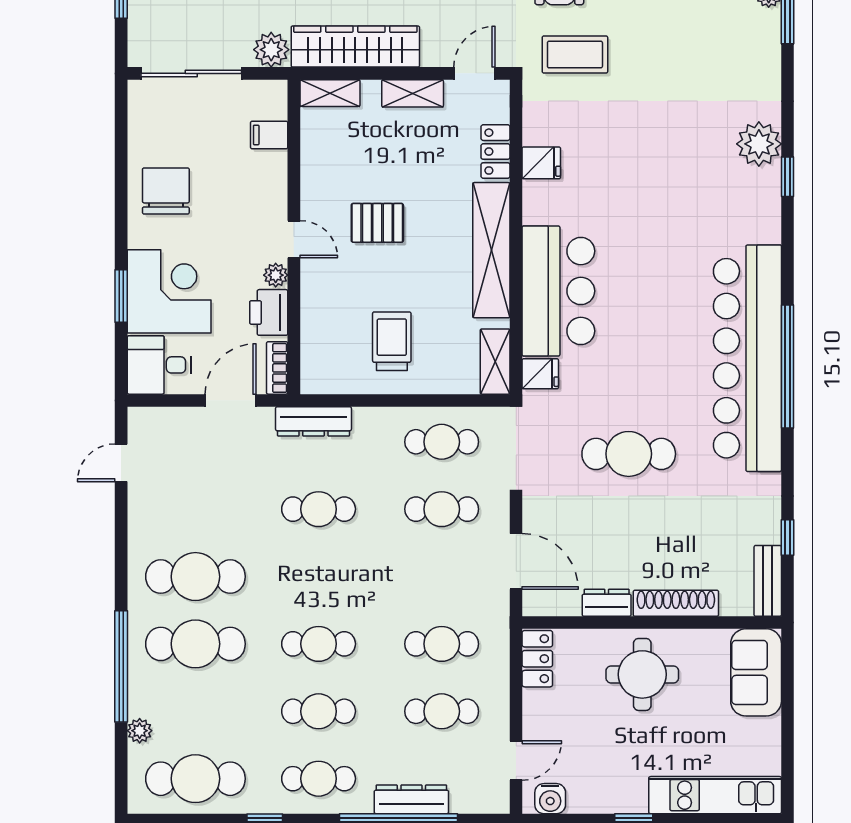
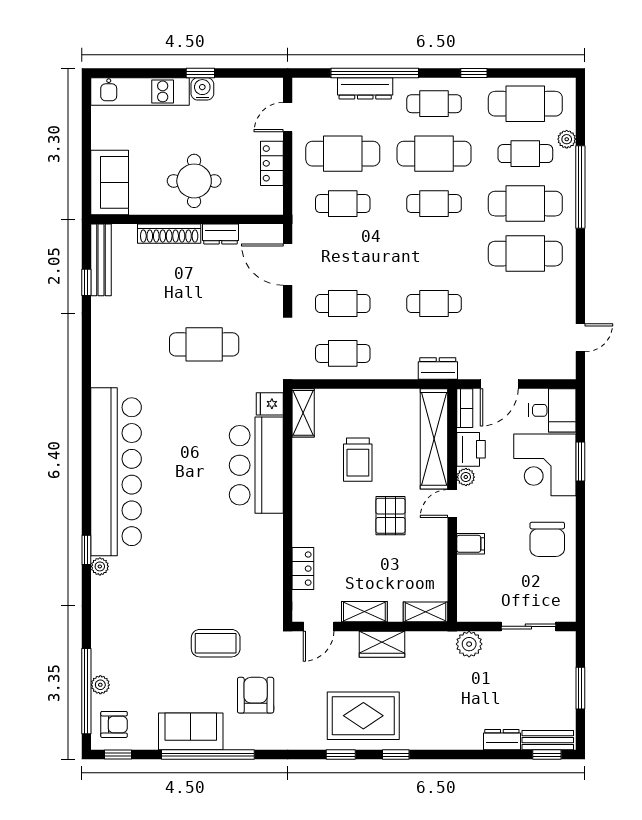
wardrobe: (355, 47) -> (382, 644), width x0.48, depth x0.85
coffee table: (575, 55) -> (216, 643), moved
sliding door: (191, 73) -> (528, 626), width x0.73
filing cabinet: (269, 135) -> (471, 544), moved
plant: (759, 144) -> (100, 566), width x0.53, depth x0.53
fridge: (541, 163) -> (269, 560), removed
pallet: (377, 223) -> (390, 516), turned 90
door: (294, 239) -> (452, 504), hinge flipped
shelving: (491, 250) -> (434, 439), moved
trolley: (392, 341) -> (358, 460), moved
bar counter: (747, 358) -> (116, 472), moved
window: (787, 367) -> (86, 409), removed
dresser: (313, 421) -> (438, 369), width x0.70
bench: (768, 581) -> (101, 260), width x1.36
locker: (537, 659) -> (272, 163), moved
cafe table: (195, 711) -> (525, 154), added
cafe table: (319, 711) -> (434, 154), width x1.37, depth x1.35
cafe table: (442, 711) -> (343, 154), width x1.37, depth x1.35
water cooler: (550, 799) -> (202, 89), moved

